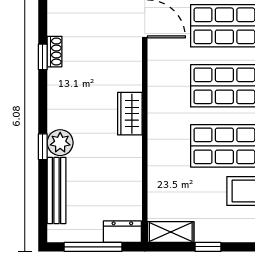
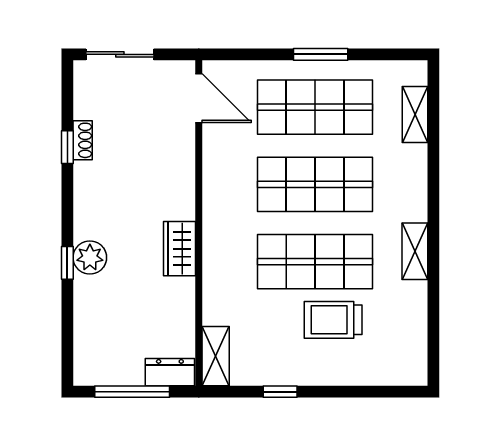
wardrobe: (130, 114) -> (179, 249), moved
bench: (56, 191) -> (85, 319), removed
shelving: (171, 232) -> (216, 356), moved, turned 90

